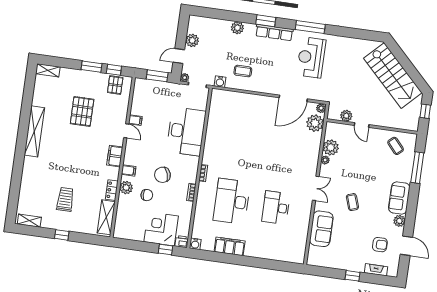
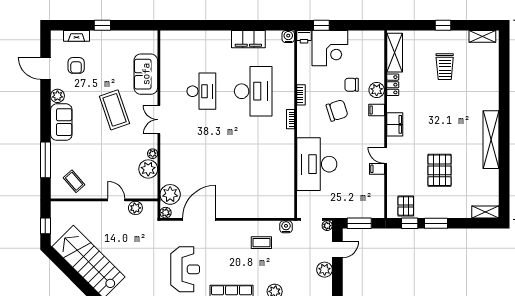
coffee table: (352, 202) -> (114, 110), width x1.86, depth x1.72
armchair: (380, 245) -> (76, 65), turned -90

